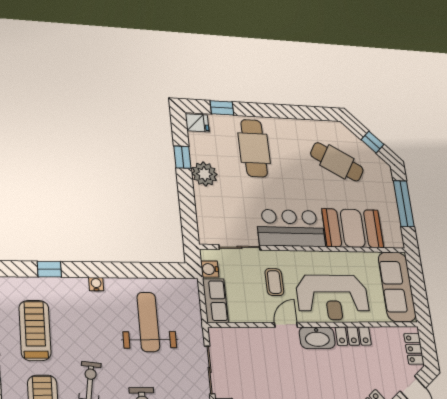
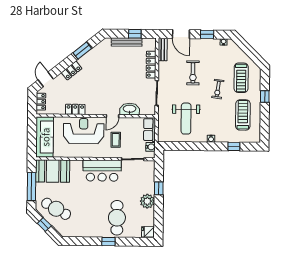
window: (222, 108) -> (108, 241), moved
window: (182, 157) -> (159, 188), moved
cafe table: (337, 162) -> (56, 209), moved
booth: (353, 228) -> (53, 171), moved
treadmill: (35, 330) -> (243, 115), turned 180
washbasin: (317, 338) -> (130, 109), moved

